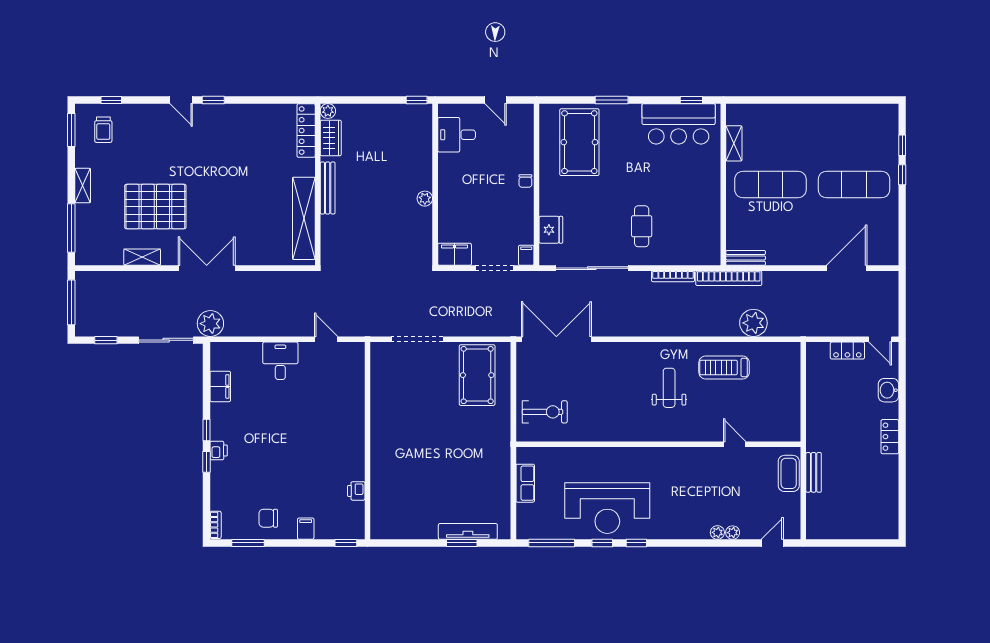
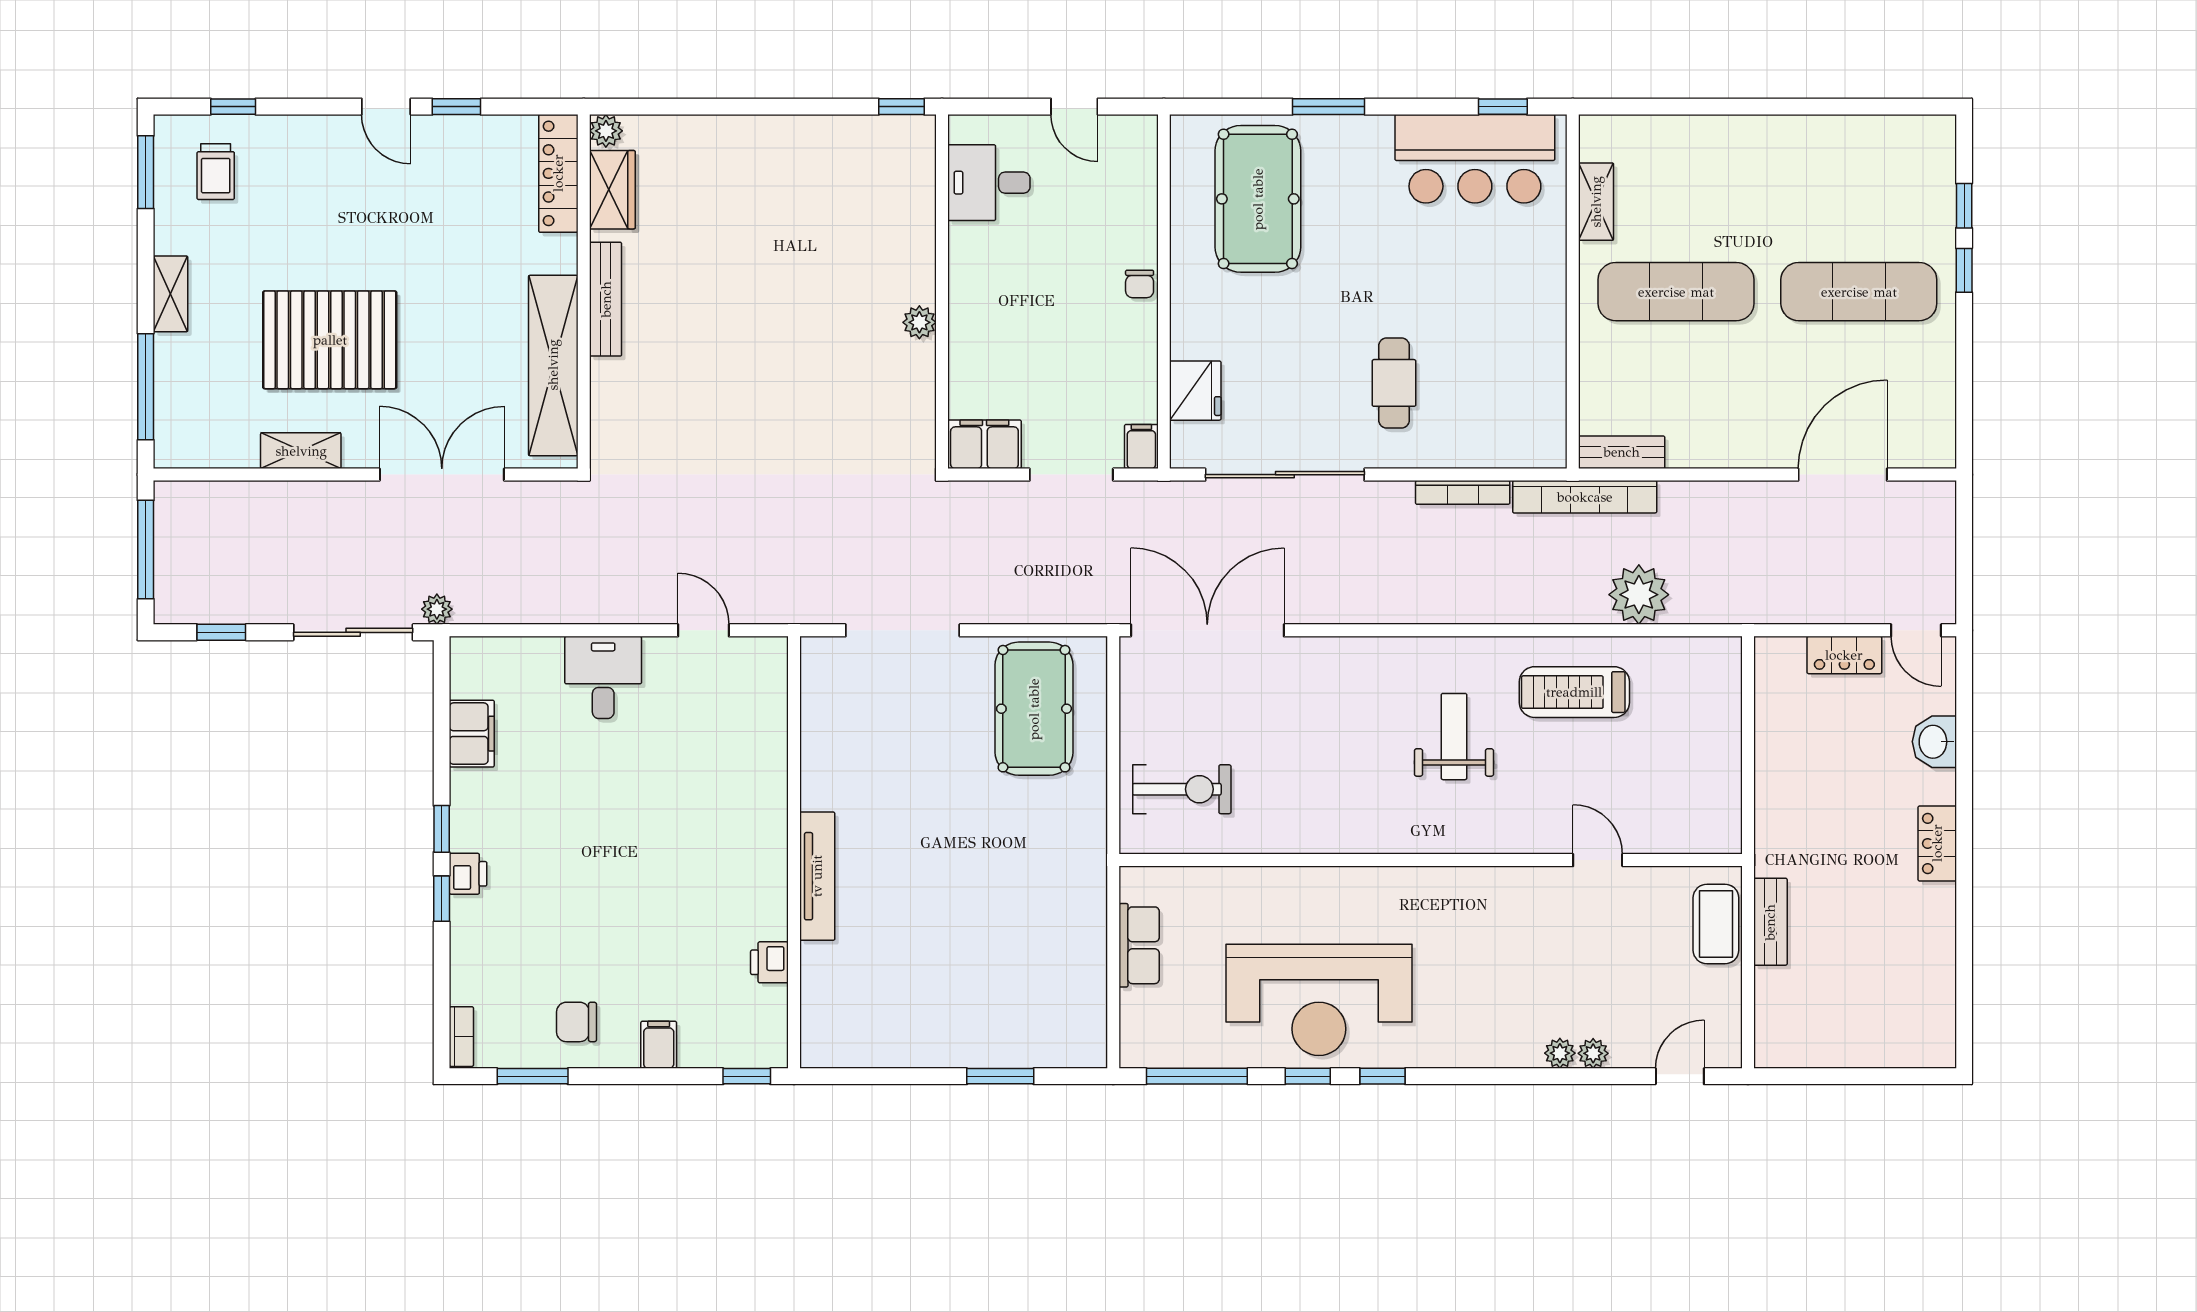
plant: (328, 111) -> (606, 131), moved
locker: (306, 131) -> (558, 173), moved
wardrobe: (331, 138) -> (612, 190), moved
wall: (318, 184) -> (584, 292), moved
bench: (328, 188) -> (606, 299), moved
shelving: (304, 218) -> (553, 365), moved
plant: (210, 324) -> (437, 609), width x0.53, depth x0.53
tv unit: (468, 531) -> (817, 876), moved, turned 90

